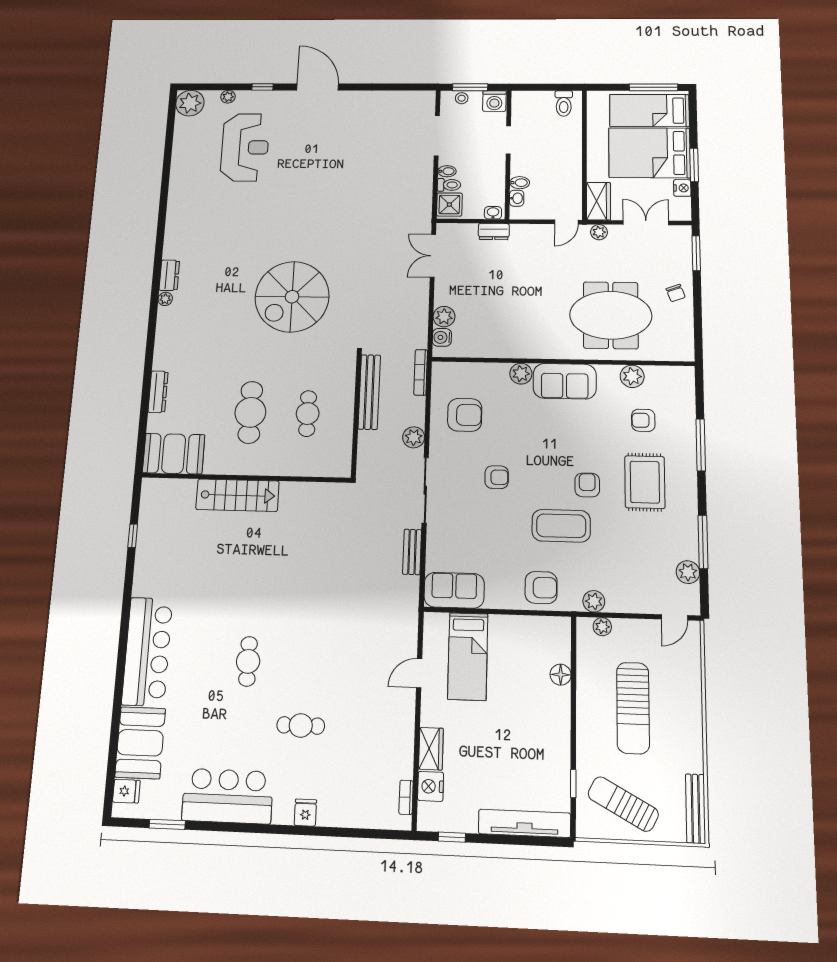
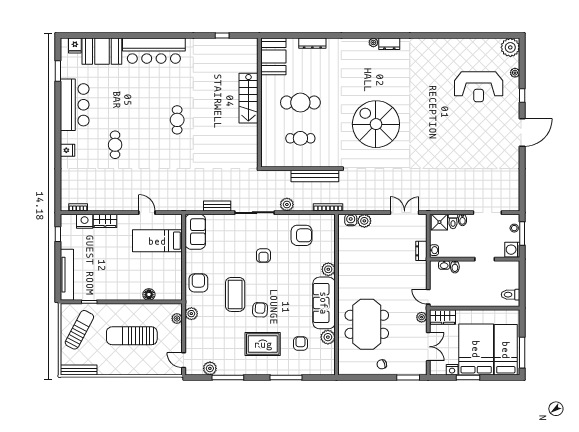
sofa: (565, 381) -> (324, 303), width x1.36
armchair: (465, 415) -> (302, 235), turned -90
armchair: (587, 485) -> (260, 310), turned -87
armchair: (541, 588) -> (198, 283), turned 180
cafe table: (248, 661) -> (177, 120), moved, turned 90

